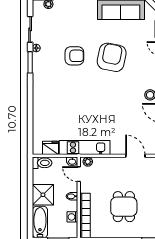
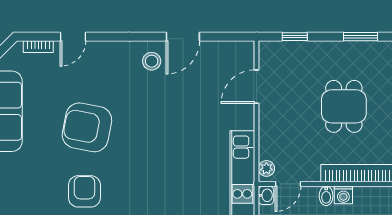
dining table: (124, 207) -> (344, 106), turned 90
washing machine: (72, 217) -> (343, 195), moved

